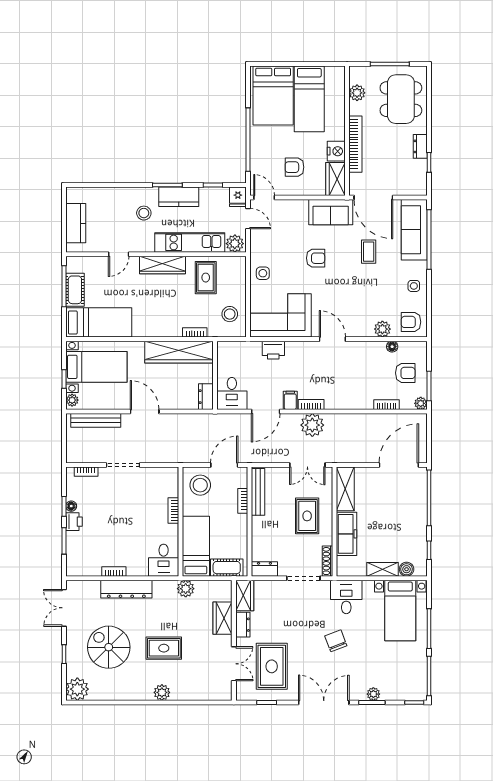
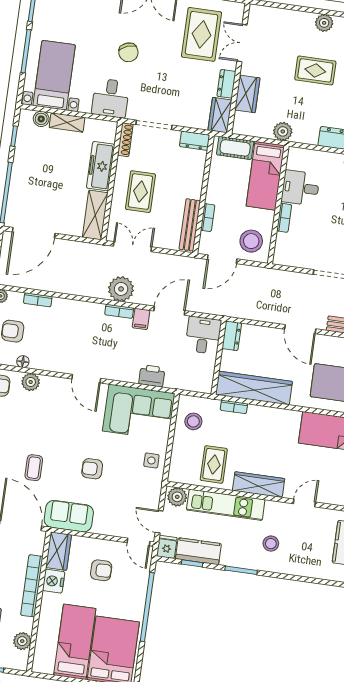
kitchen counter: (179, 197) -> (198, 551), moved
desk: (164, 560) -> (300, 188), moved, turned -90

